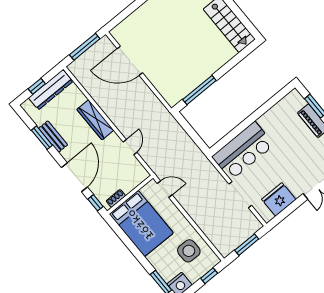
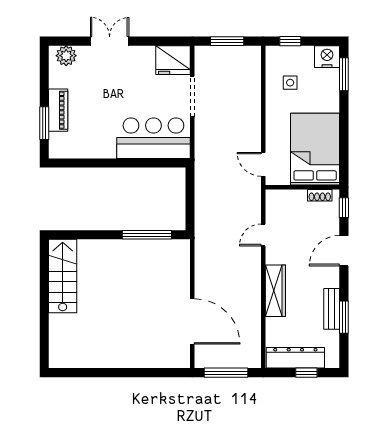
door: (74, 177) -> (344, 251), width x0.73
fridge: (279, 199) -> (173, 60), moved
side table: (189, 251) -> (290, 83), width x0.54, depth x0.54

